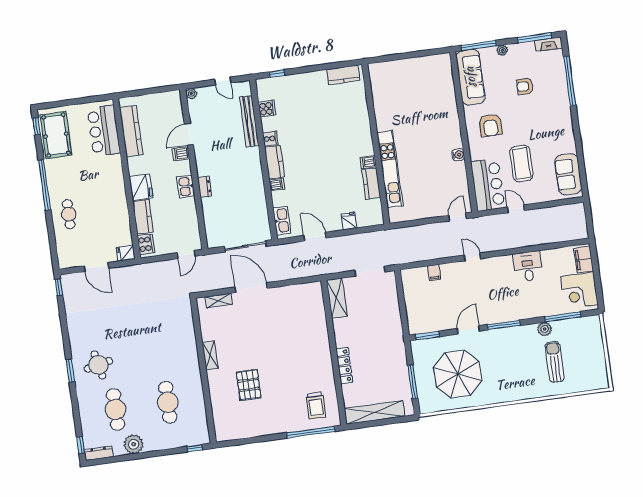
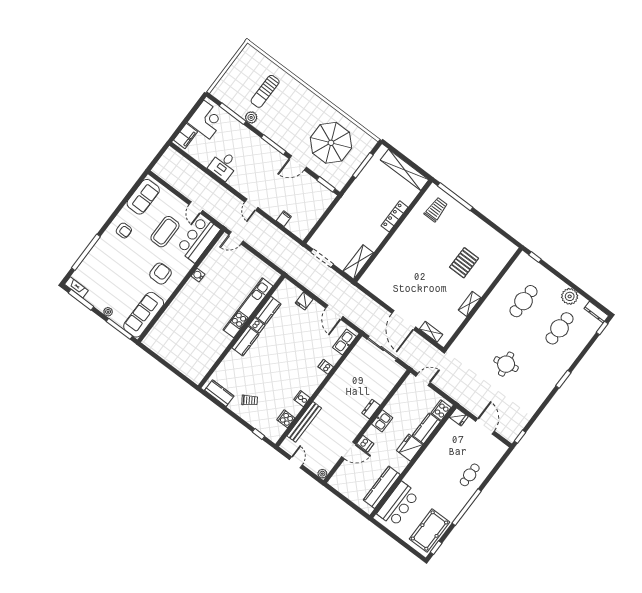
armchair: (525, 86) -> (124, 231), moved
trolley: (312, 94) -> (250, 400), added
kitchen counter: (274, 162) -> (245, 341), moved, turned 180
round table: (98, 365) -> (506, 364), moved

